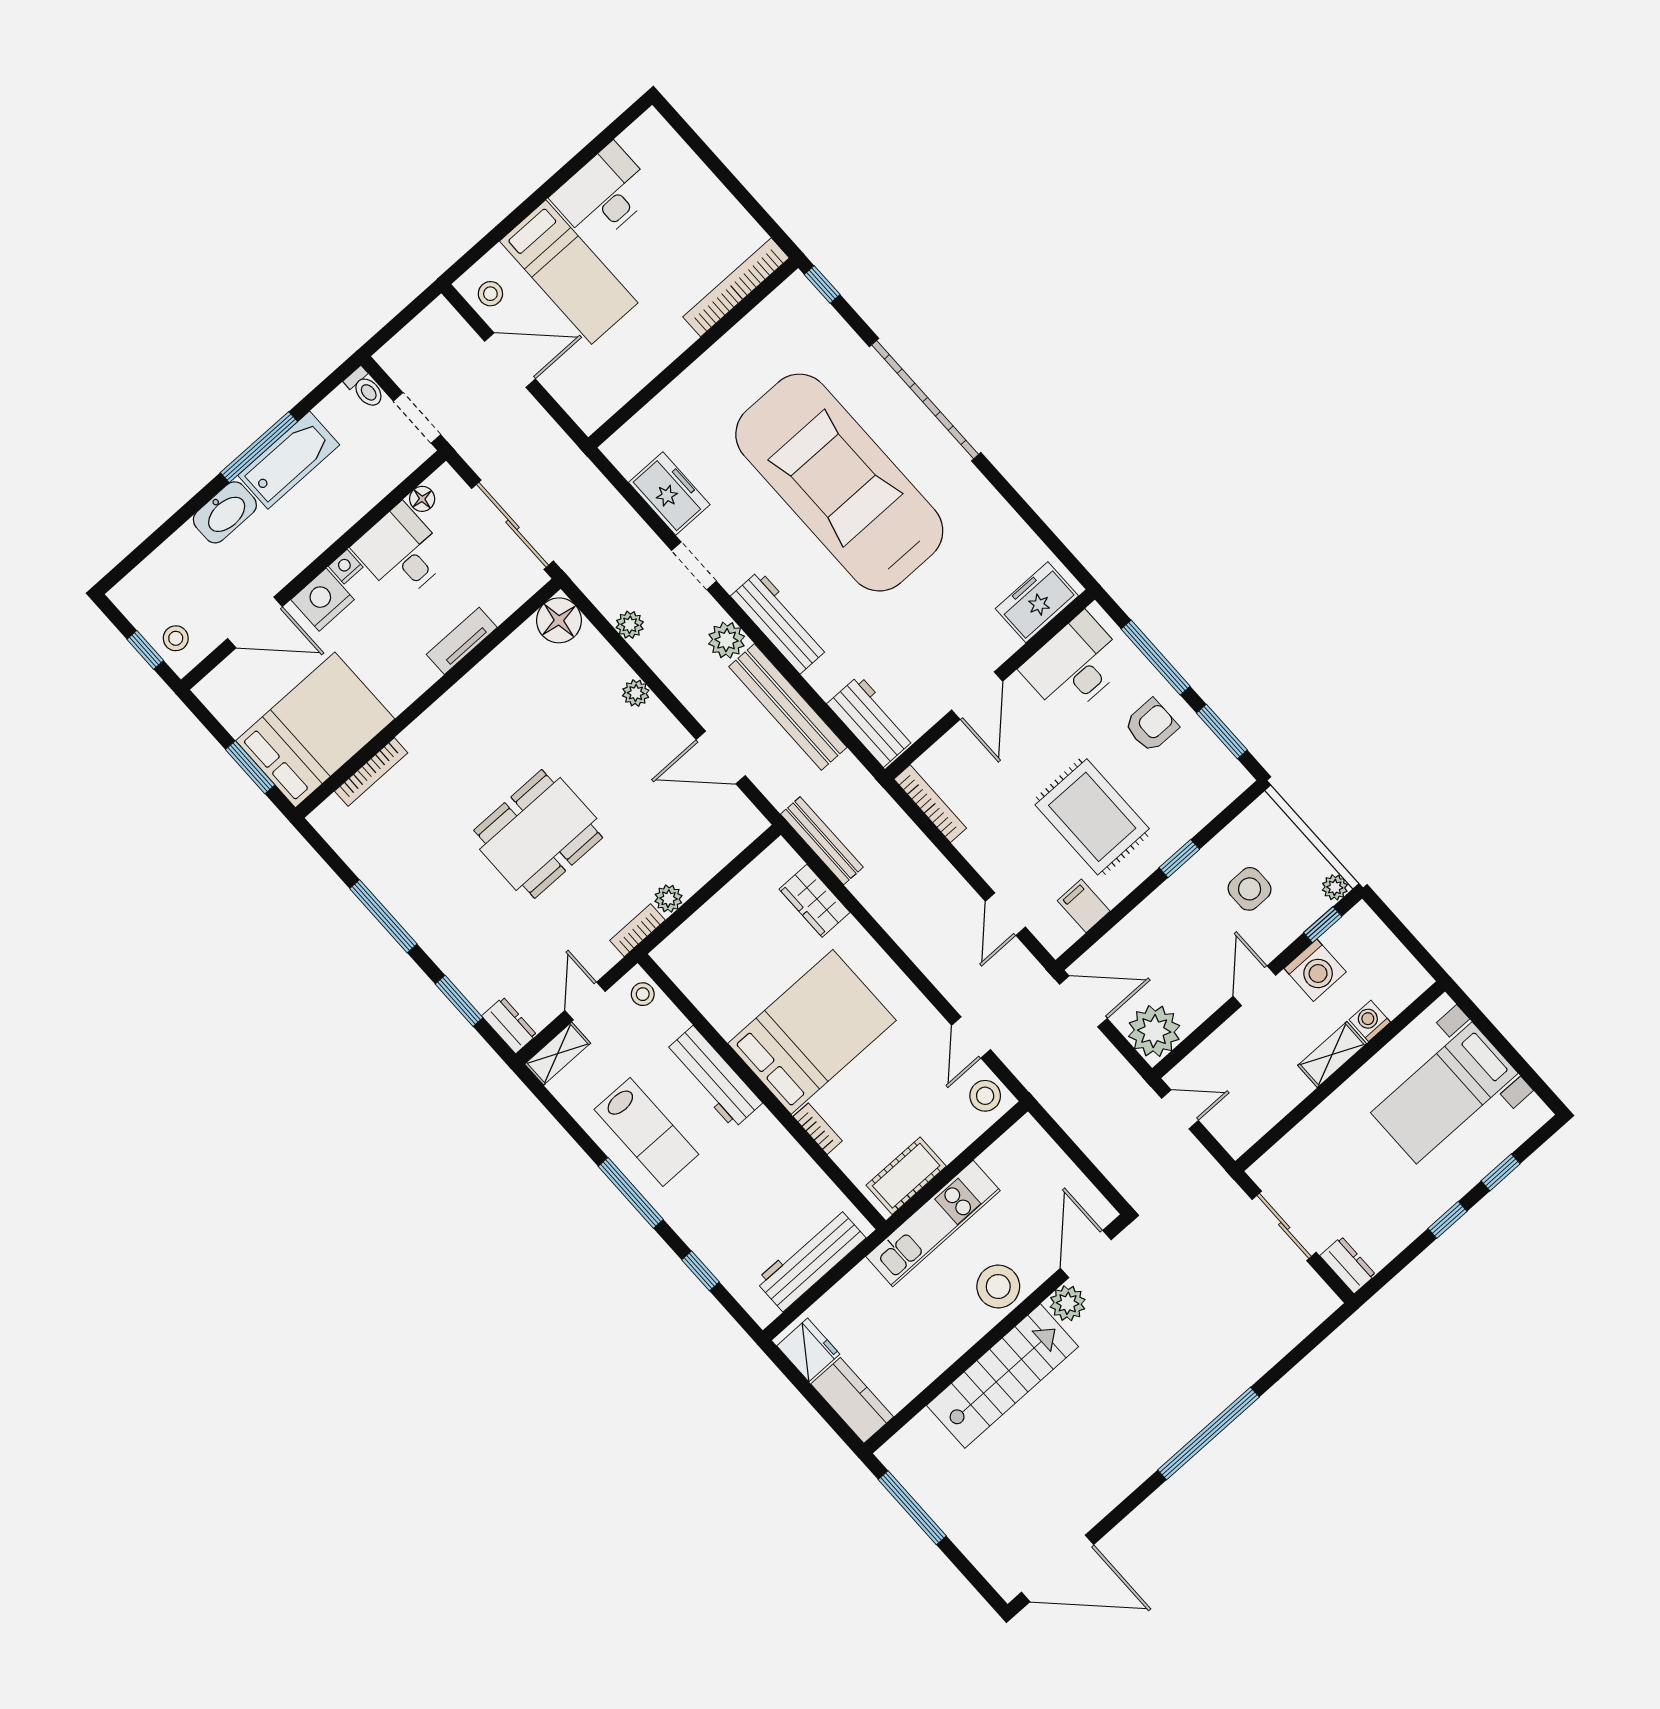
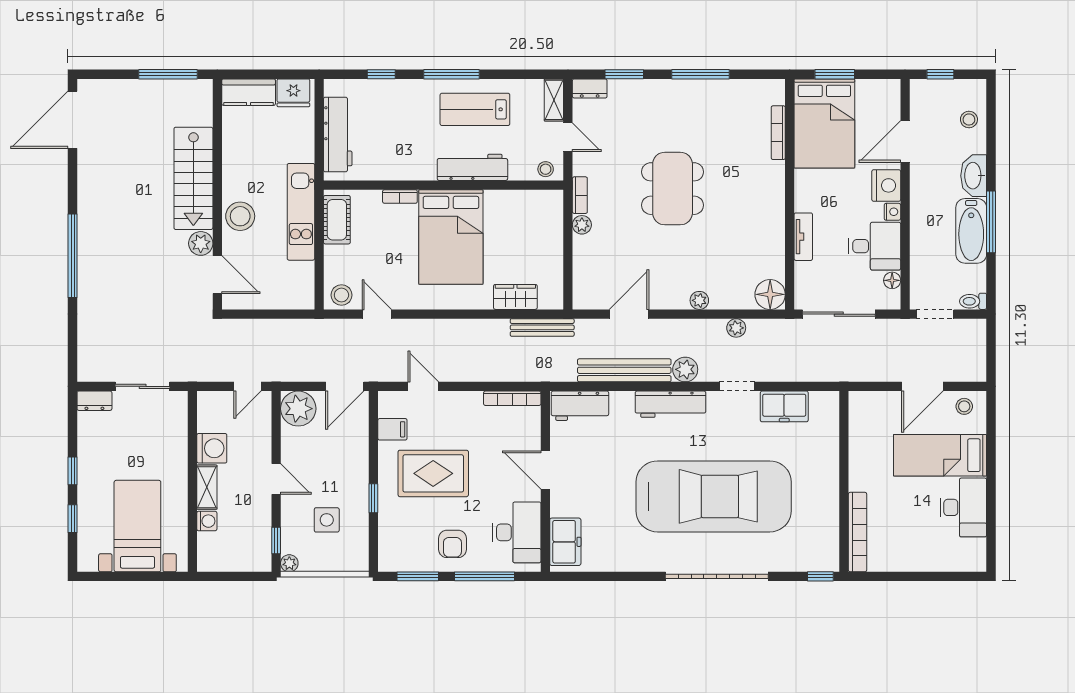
stool: (176, 638) -> (969, 119), moved
washing machine: (1315, 970) -> (212, 448), moved, turned 180

